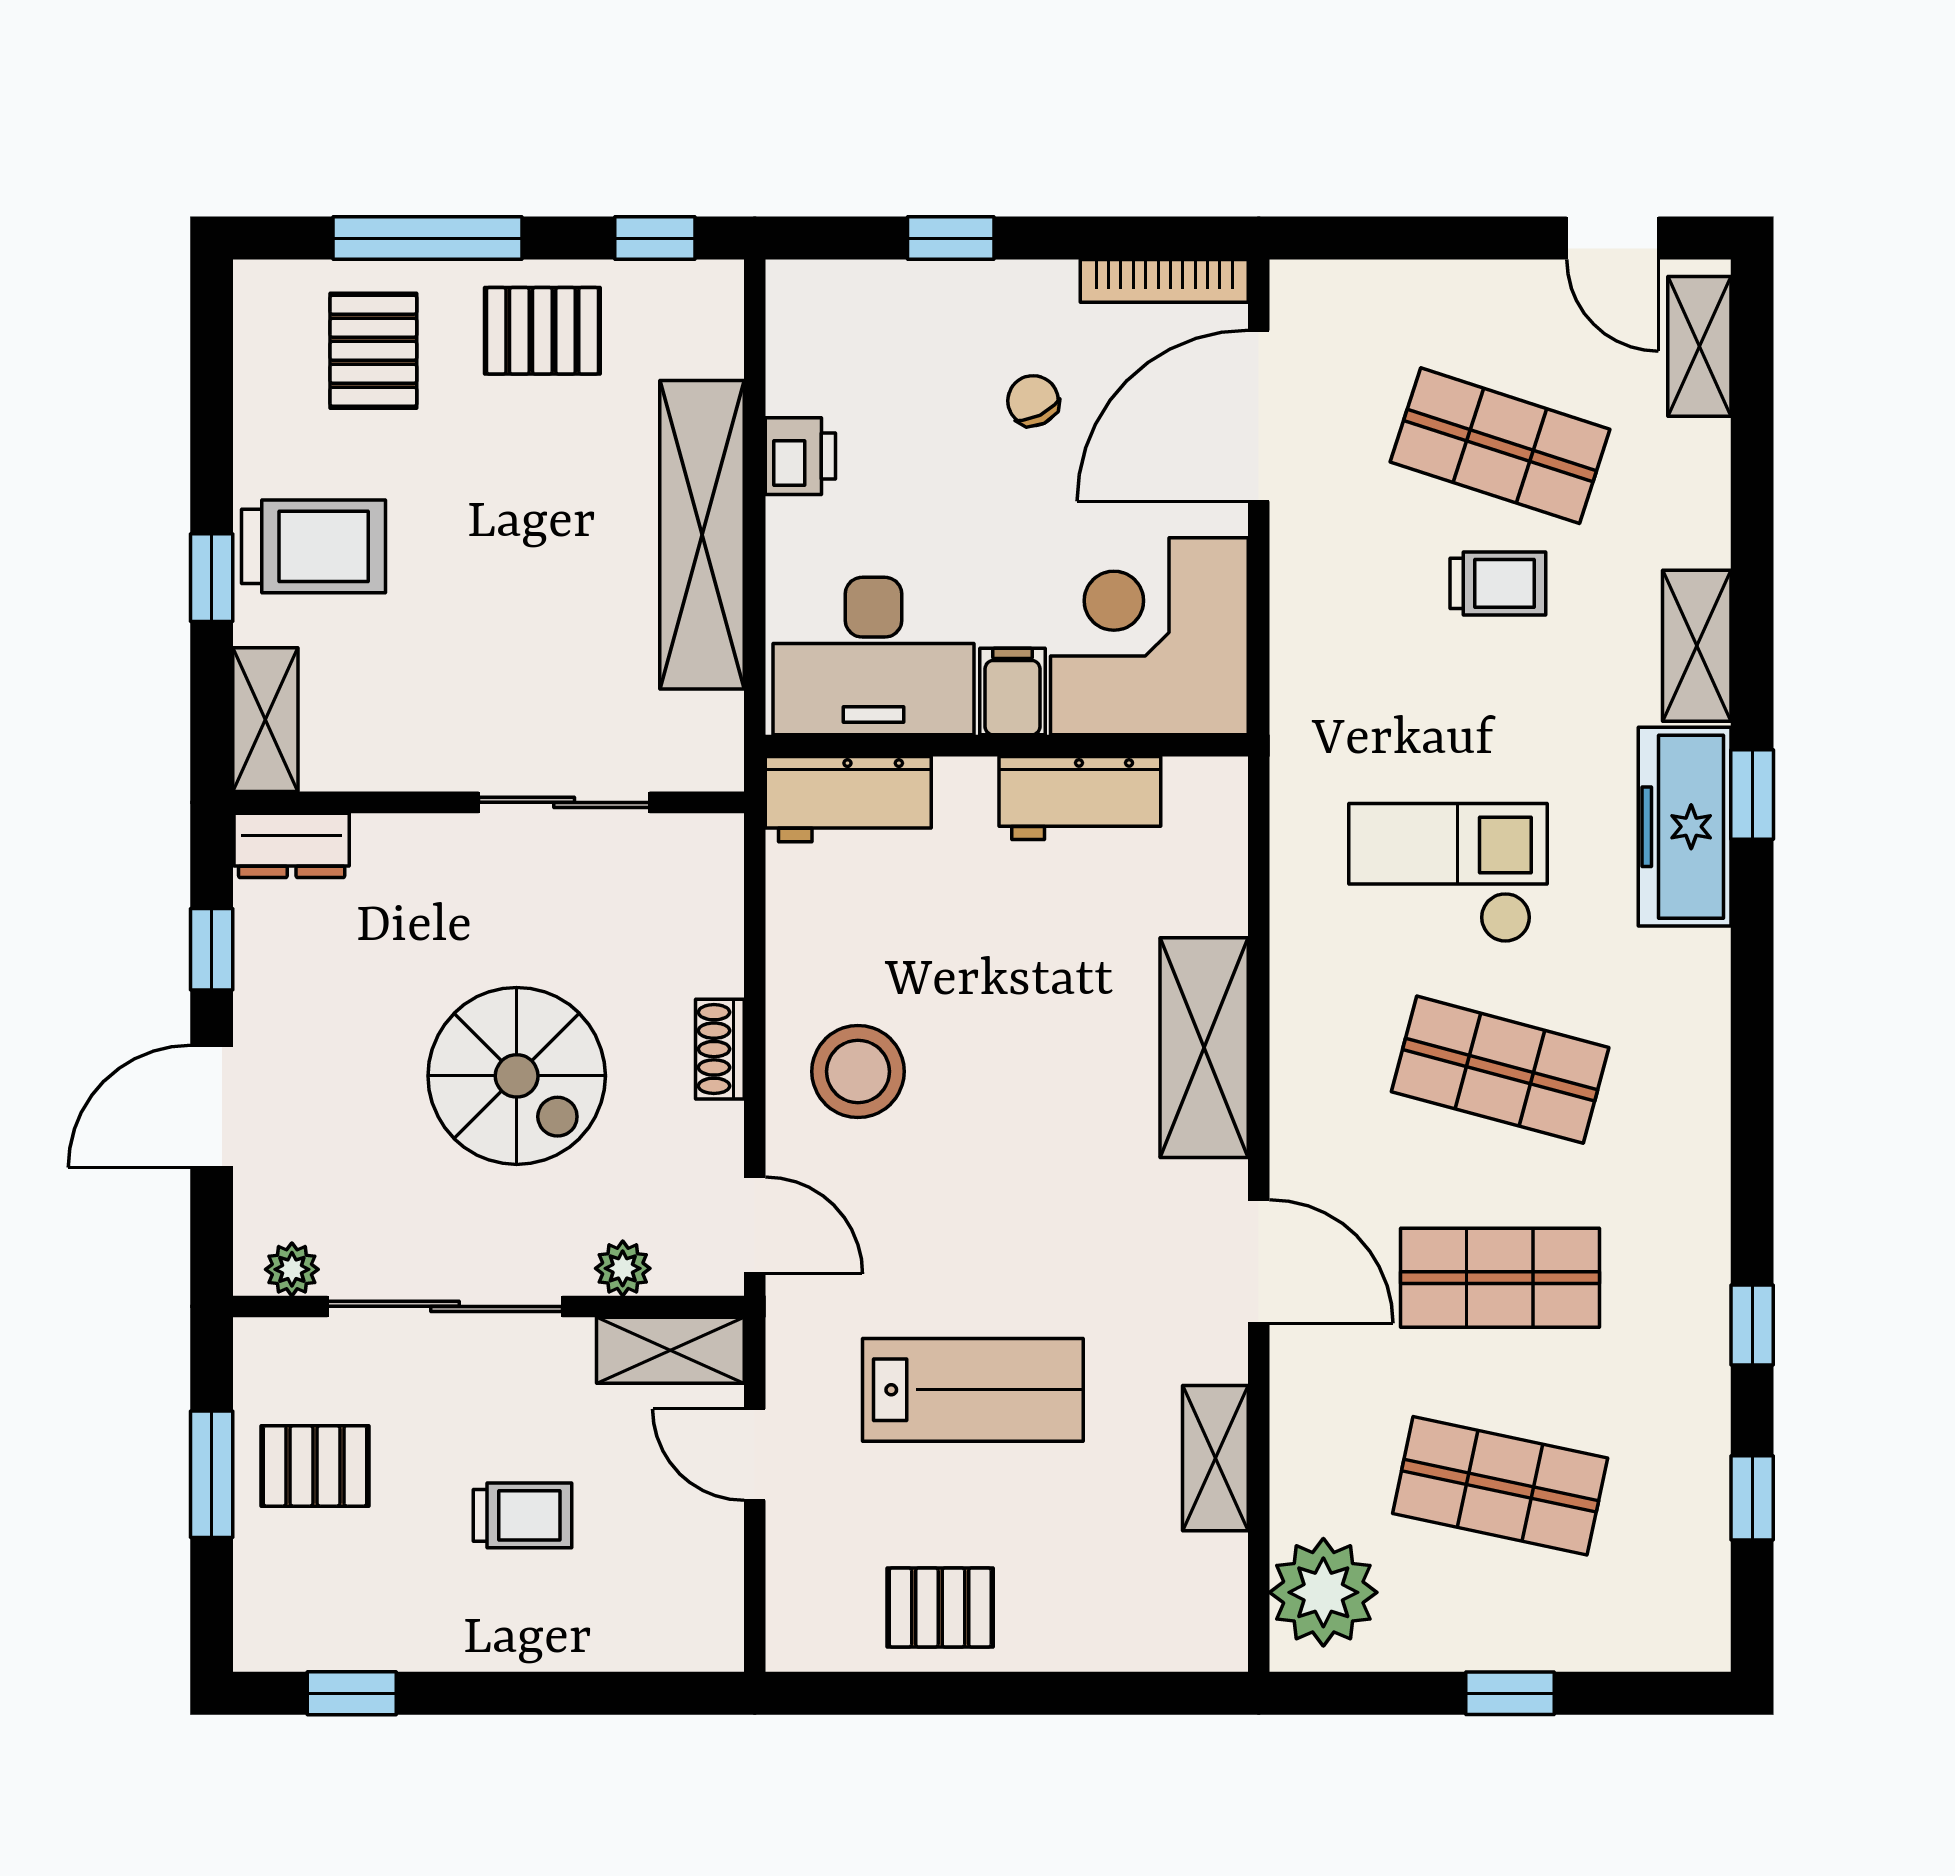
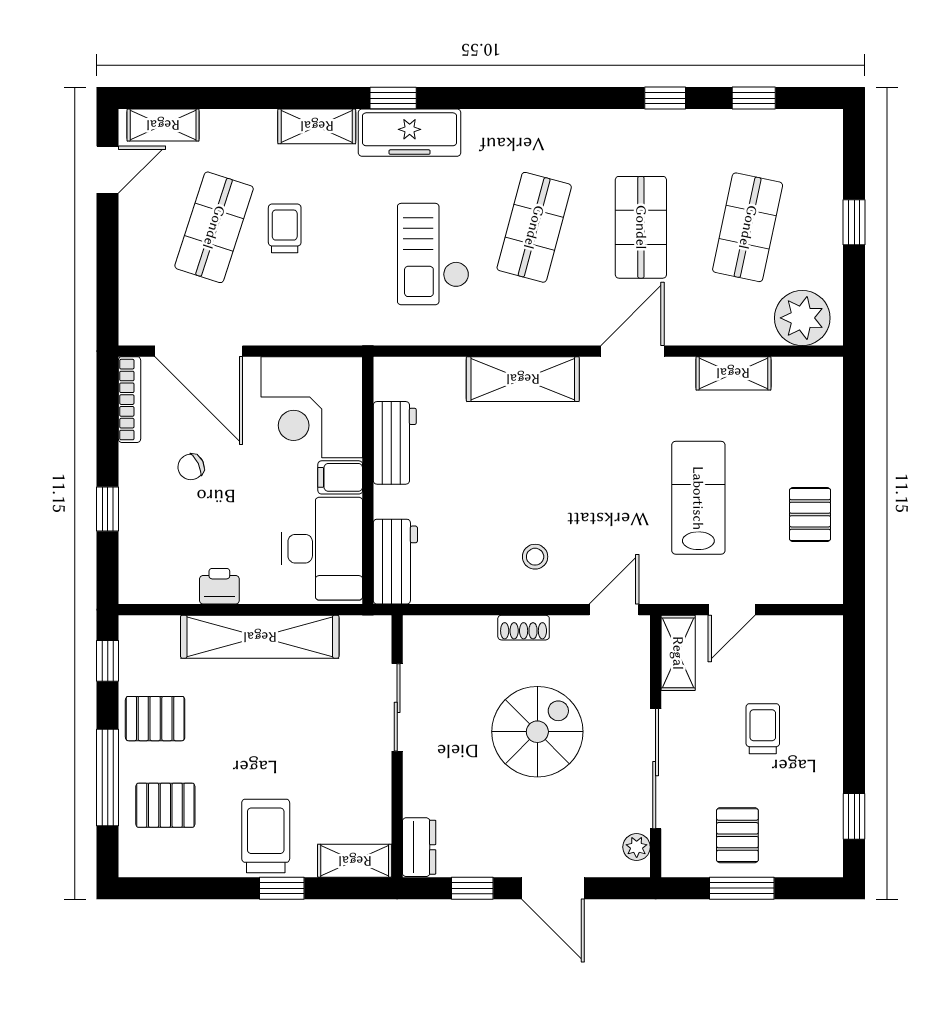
pallet: (542, 331) -> (155, 719), turned 90
stool: (858, 1071) -> (535, 557), width x0.53, depth x0.53
plant: (623, 1268) -> (636, 677), removed

